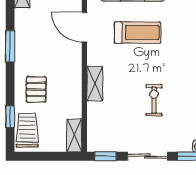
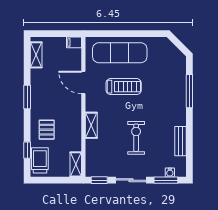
exercise bike: (154, 100) -> (136, 138), width x1.38, depth x1.39

